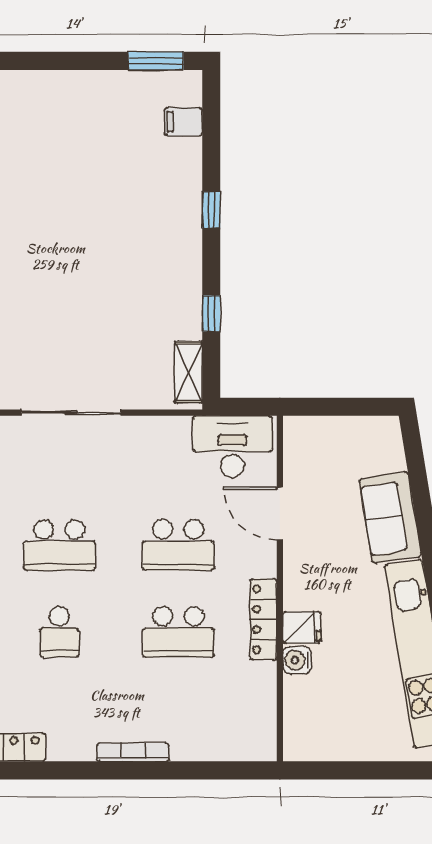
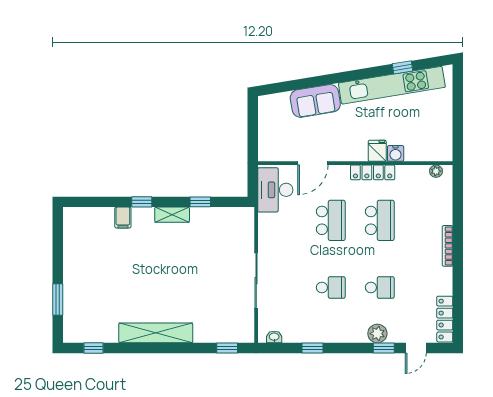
window: (156, 61) -> (58, 300), moved
filing cabinet: (183, 122) -> (123, 218), moved
shelving: (189, 372) -> (172, 215), moved
school desk: (59, 545) -> (331, 287), width x0.54
plant: (266, 732) -> (436, 171), added

